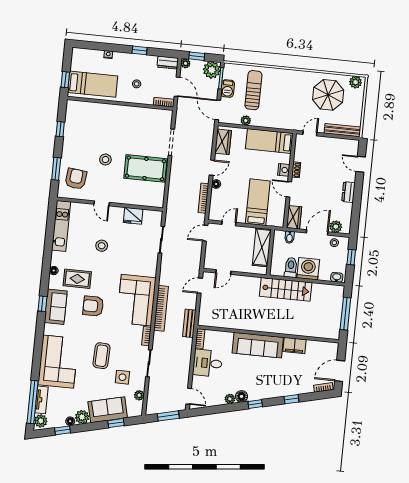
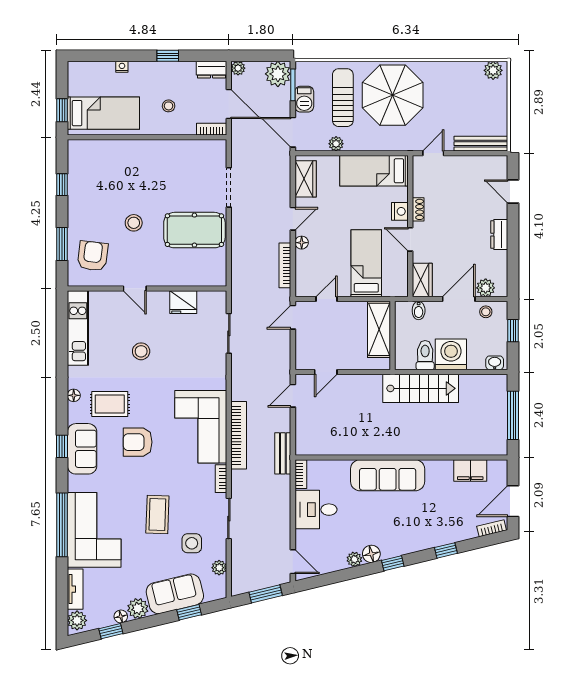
window: (197, 56) -> (254, 56), removed
parasol: (328, 95) -> (393, 95), moved, width x1.36, depth x1.36
filing cabinet: (295, 346) -> (470, 470), moved
window: (32, 402) -> (62, 525), moved

